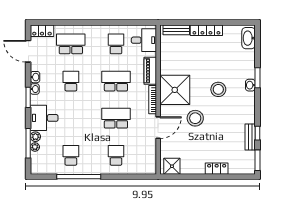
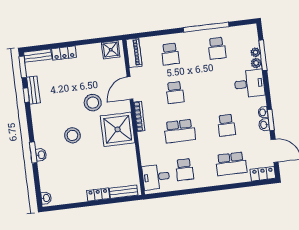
locker: (206, 30) -> (98, 195), width x0.66
washbasin: (249, 38) -> (46, 198), width x0.52, depth x0.69
piano: (150, 71) -> (134, 53), moved
washbasin: (250, 85) -> (41, 155), moved
window: (28, 97) -> (271, 120), moved
school desk: (116, 118) -> (175, 93), width x0.54
bench: (242, 169) -> (38, 56), added

